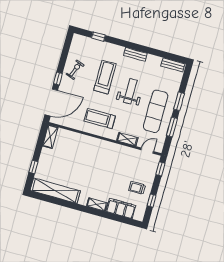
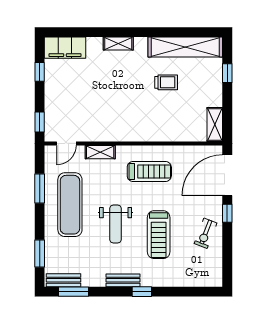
window: (98, 37) -> (142, 292), moved
window: (169, 56) -> (74, 292), added
window: (179, 101) -> (40, 254), moved
trolley: (137, 188) -> (166, 82), moved
filing cabinet: (121, 208) -> (65, 48), moved

